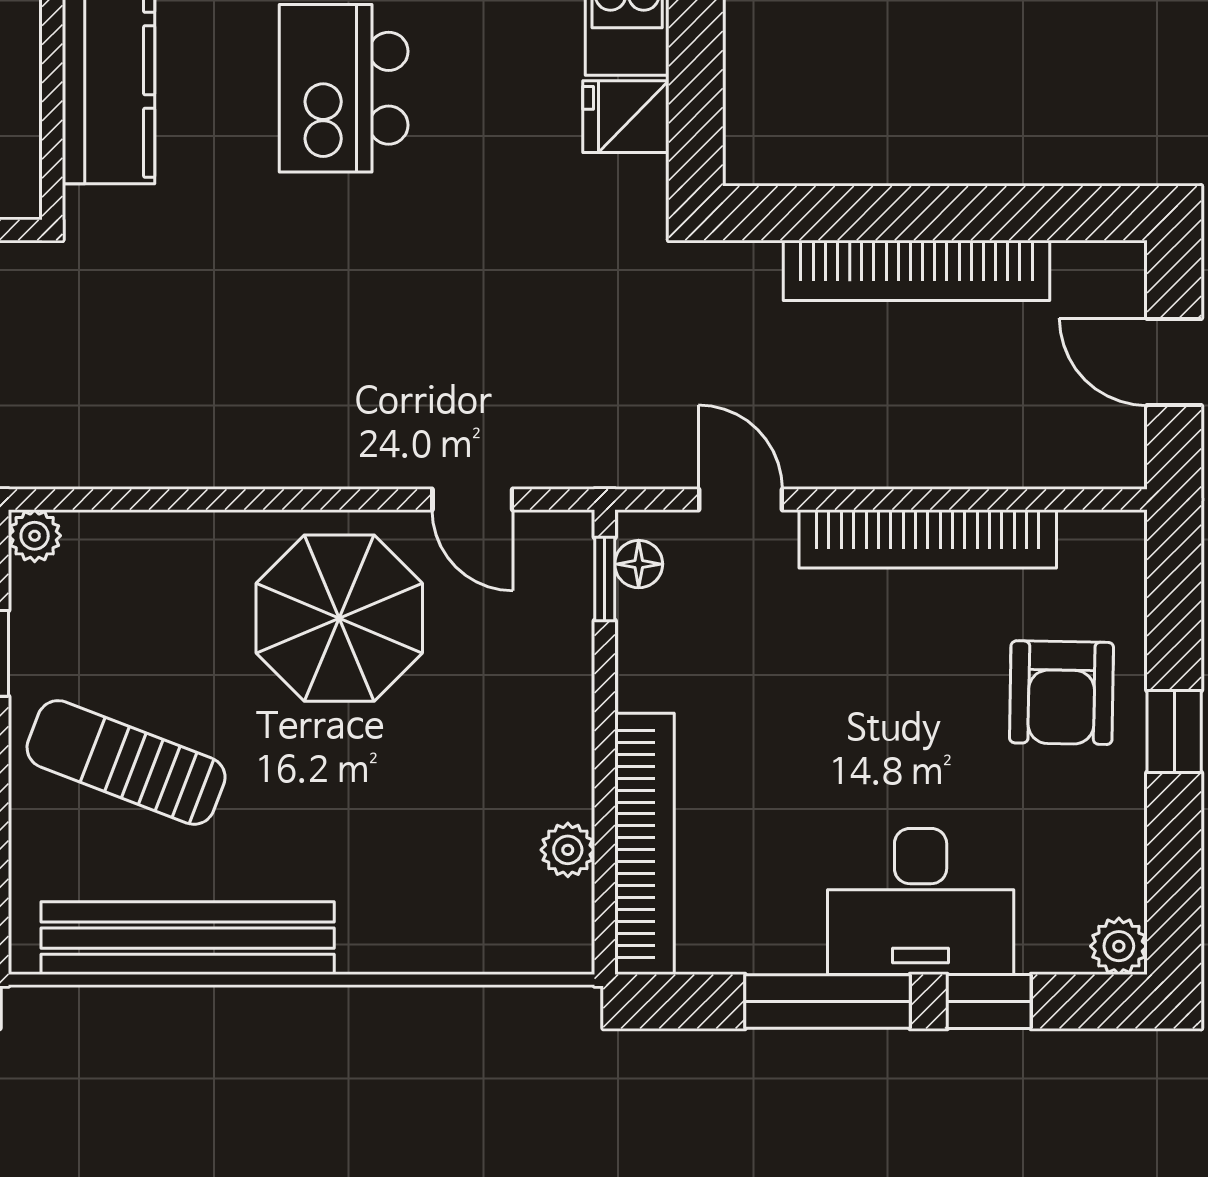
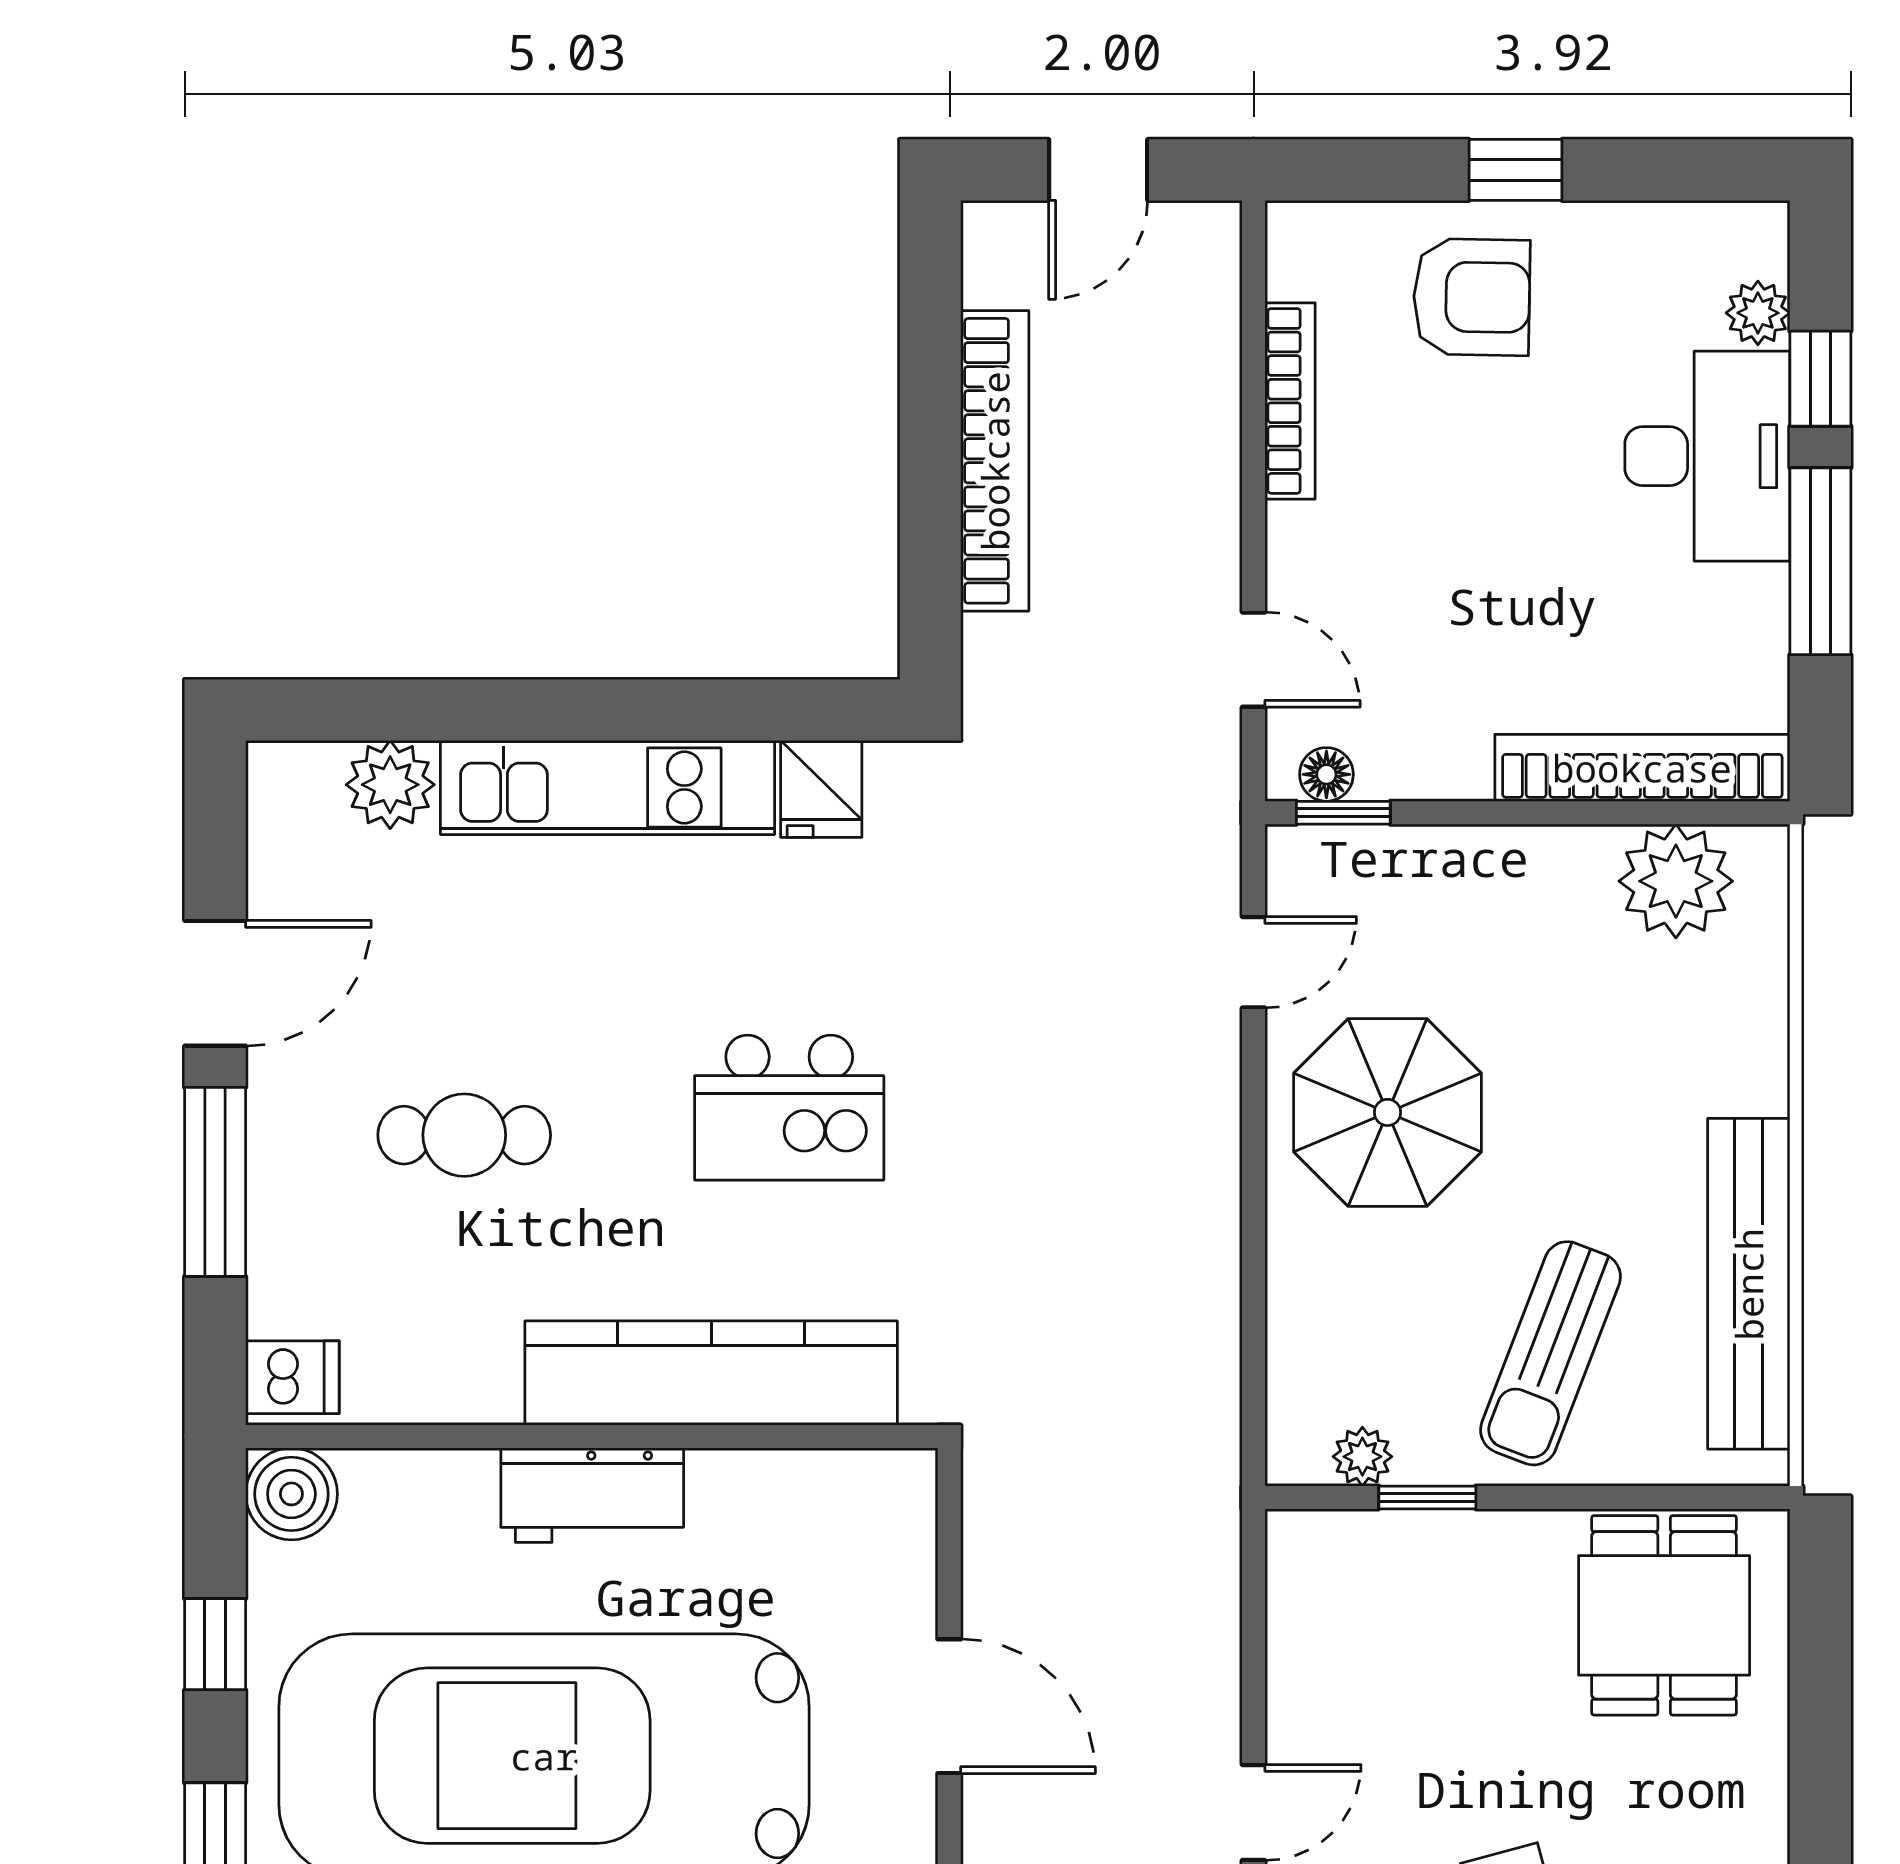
door: (740, 499) -> (1254, 660), swing flipped
plant: (35, 536) -> (1362, 1457), moved
bookcase: (928, 539) -> (1290, 401), width x0.68, depth x0.76
plant: (568, 850) -> (1676, 881), width x1.87, depth x1.87
plant: (1119, 946) -> (1758, 313), moved

